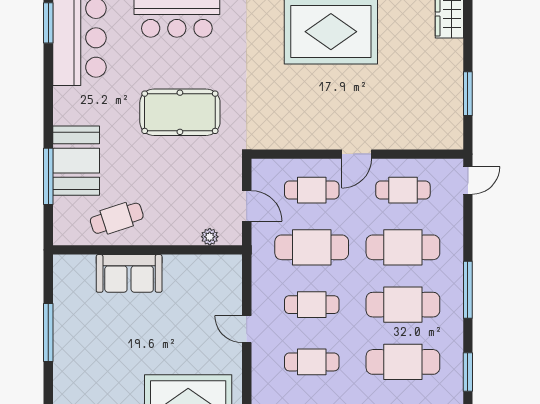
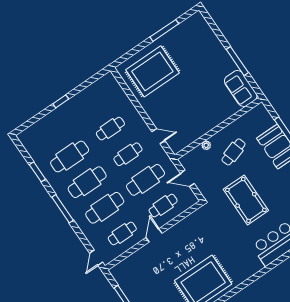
pool table: (180, 112) -> (246, 200), turned 90
cafe table: (117, 218) -> (234, 152), moved
plant: (210, 237) -> (206, 145), moved
sofa: (129, 273) -> (241, 88), moved, turned -90
door: (247, 329) -> (158, 136), moved

